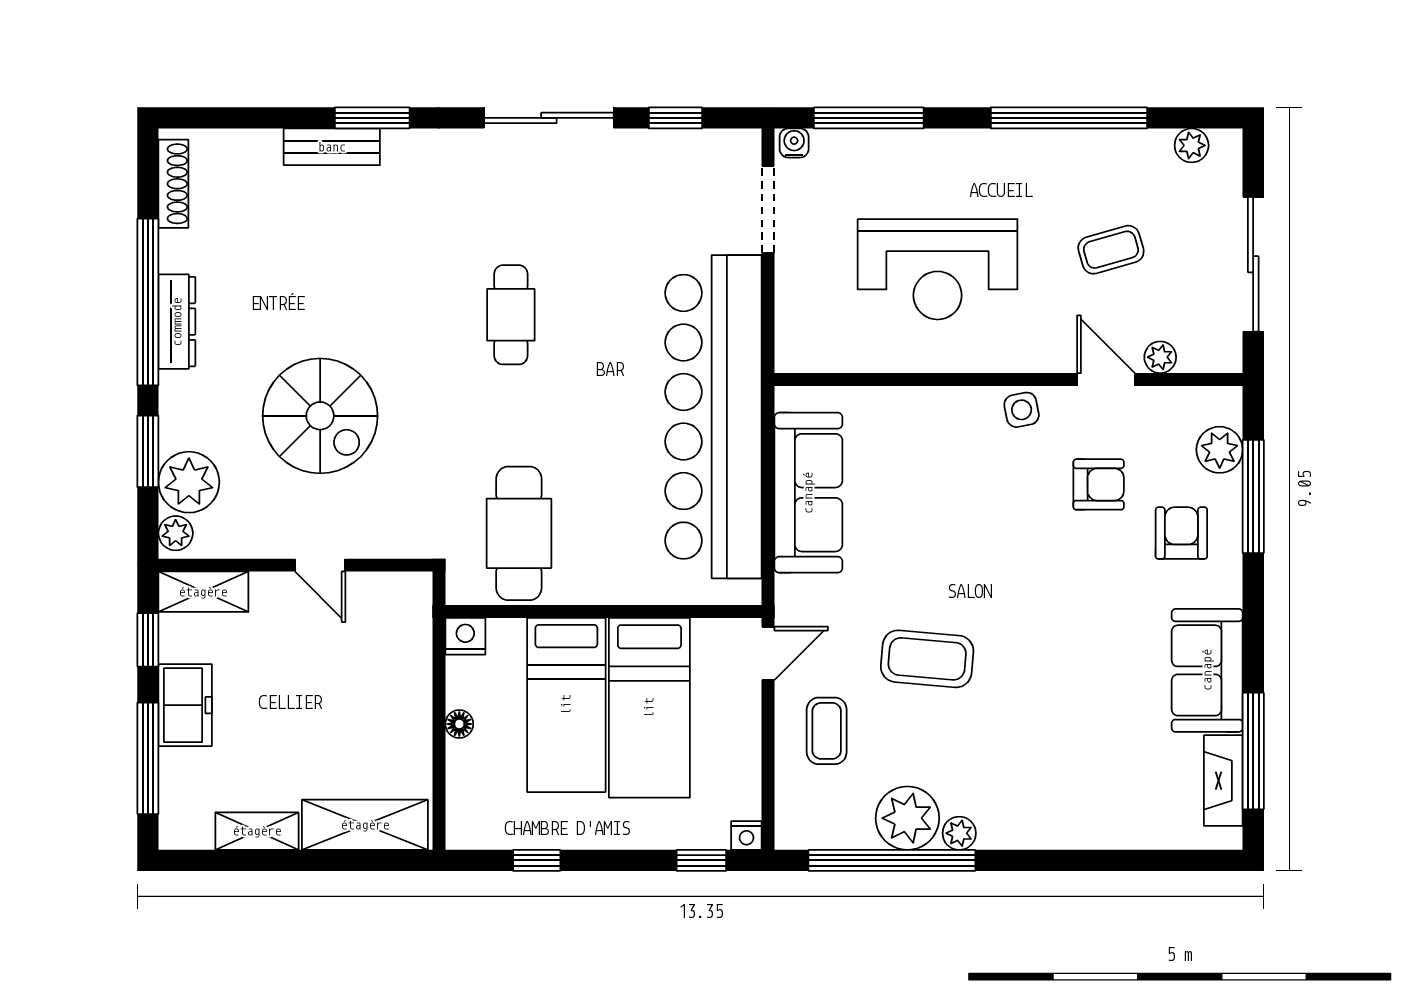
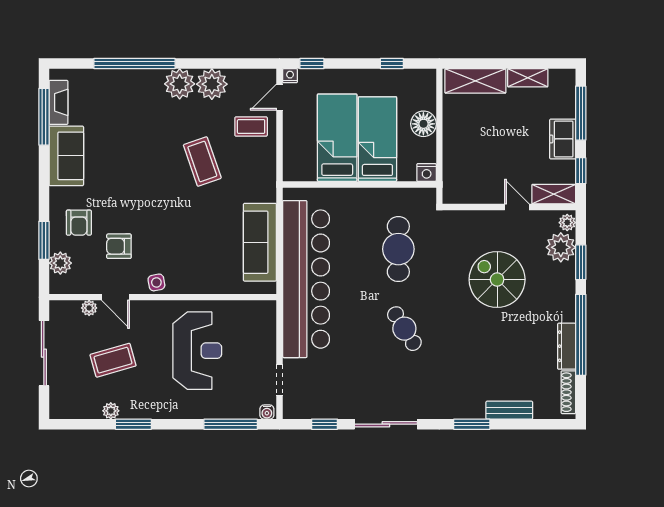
window: (1069, 118) -> (133, 424), width x0.47
plant: (1192, 145) -> (111, 411), moved
bench: (332, 147) -> (509, 410), moved
doorway: (768, 209) -> (280, 380), width x0.73
coffee table: (1111, 250) -> (113, 360), width x1.36, depth x1.30
reception desk: (938, 269) -> (197, 351), turned 90
cafe table: (511, 315) -> (404, 329), turned -32
dresser: (177, 322) -> (567, 346), moved
window: (1253, 496) -> (44, 240), width x0.69
cafe table: (519, 533) -> (398, 249), moved
door: (320, 565) -> (517, 207), moved
door: (768, 653) -> (280, 97), moved
coffee table: (927, 659) -> (202, 161), turned 66
floor lamp: (459, 724) -> (423, 124), width x1.89, depth x1.89
coffee table: (827, 731) -> (251, 127), turned 90
plant: (959, 833) -> (180, 84), width x1.88, depth x1.88
window: (892, 860) -> (135, 64), moved

